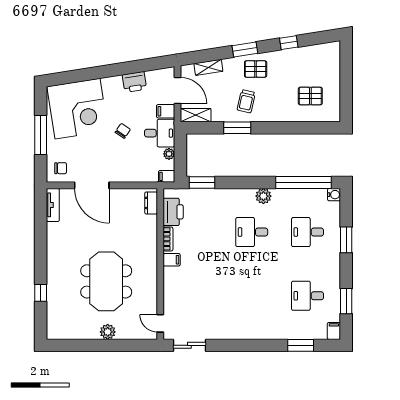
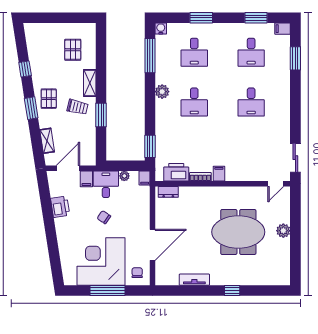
corner desk: (77, 109) -> (101, 261), moved, turned -81
shelving: (196, 115) -> (90, 83), moved
window: (304, 182) -> (150, 56), width x0.68
tv unit: (53, 205) -> (194, 280), moved
window: (41, 293) -> (232, 290), moved
desk: (252, 296) -> (251, 102), added

